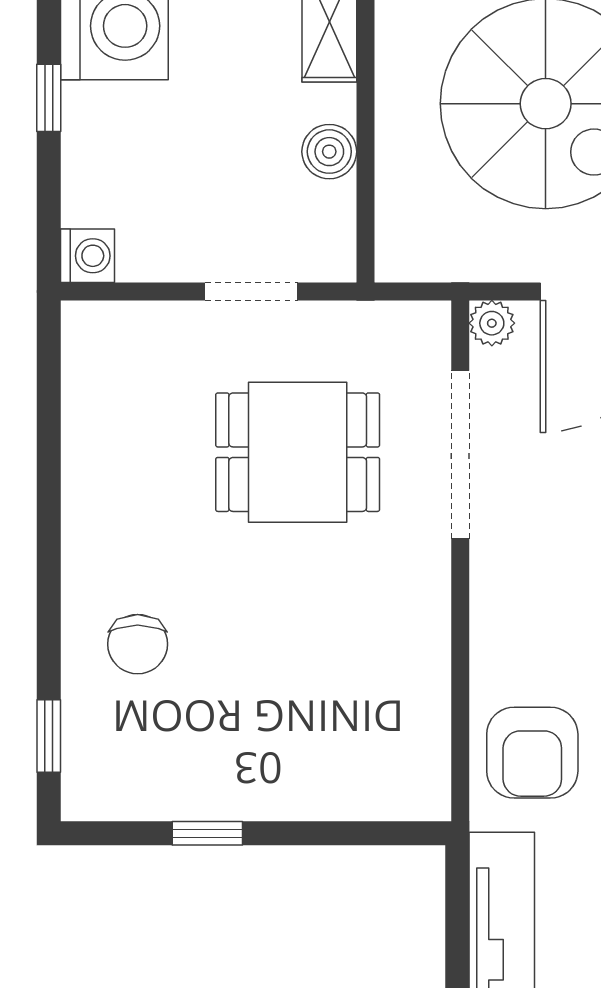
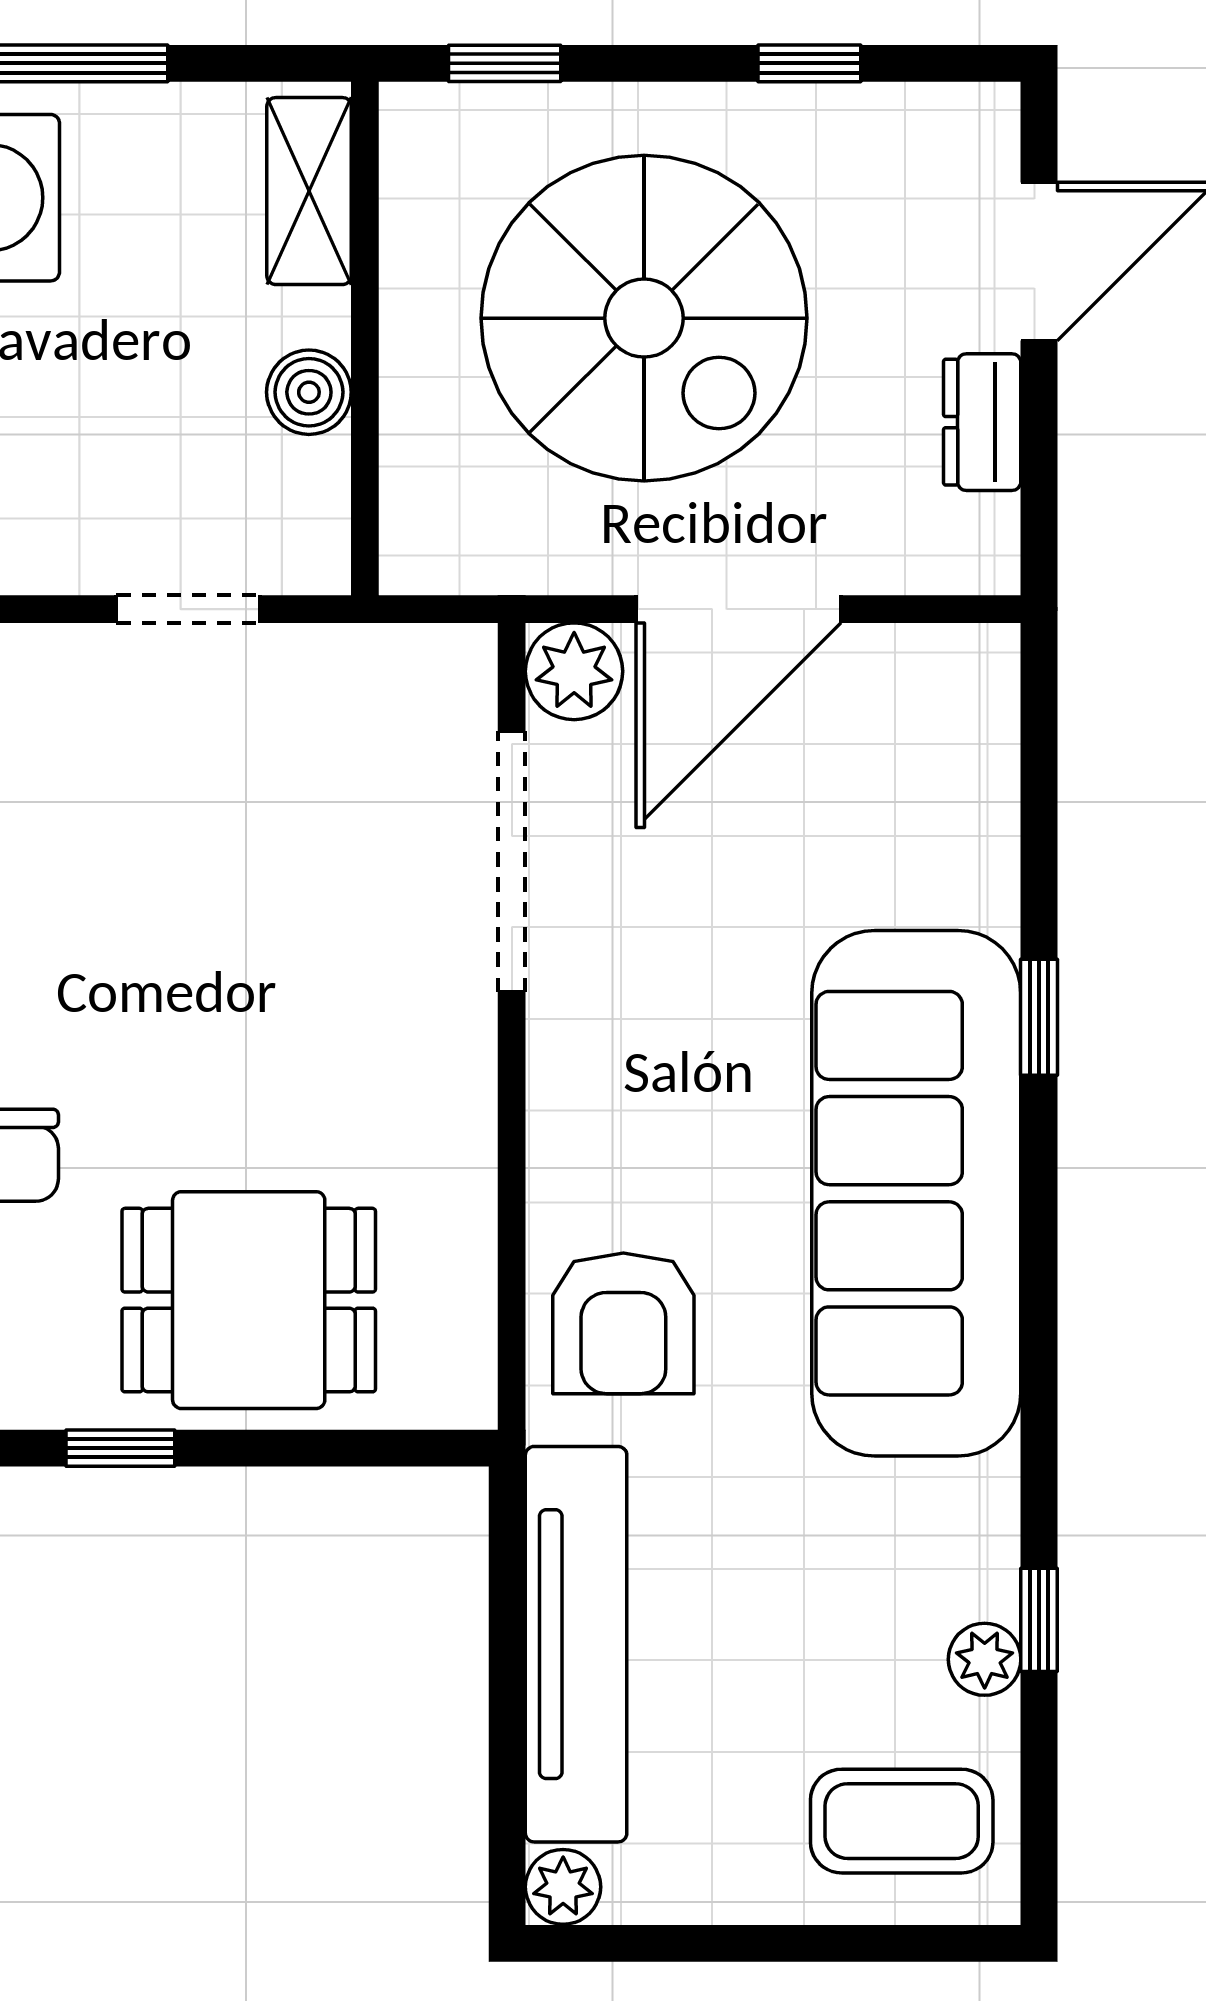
plant: (492, 323) -> (574, 671), width x1.38, depth x1.38
dining table: (298, 452) -> (249, 1300), moved

